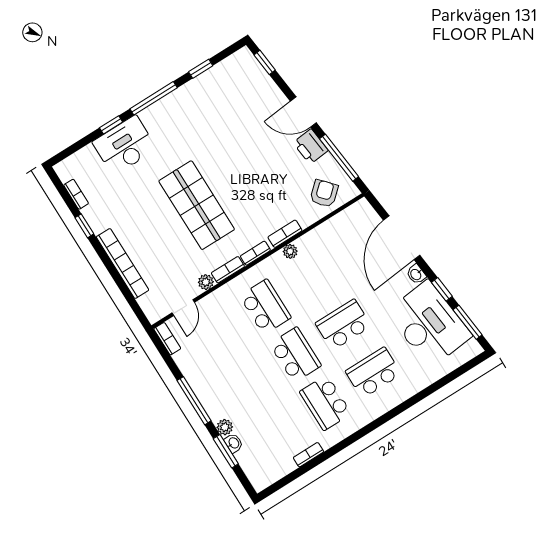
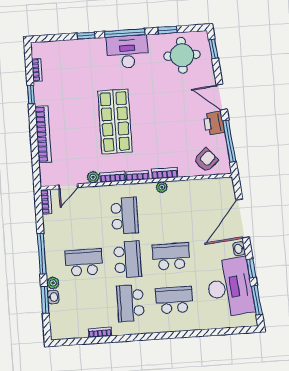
round table: (233, 89) -> (182, 55), added
desk: (125, 145) -> (127, 52), moved
school desk: (247, 385) -> (84, 262), added

